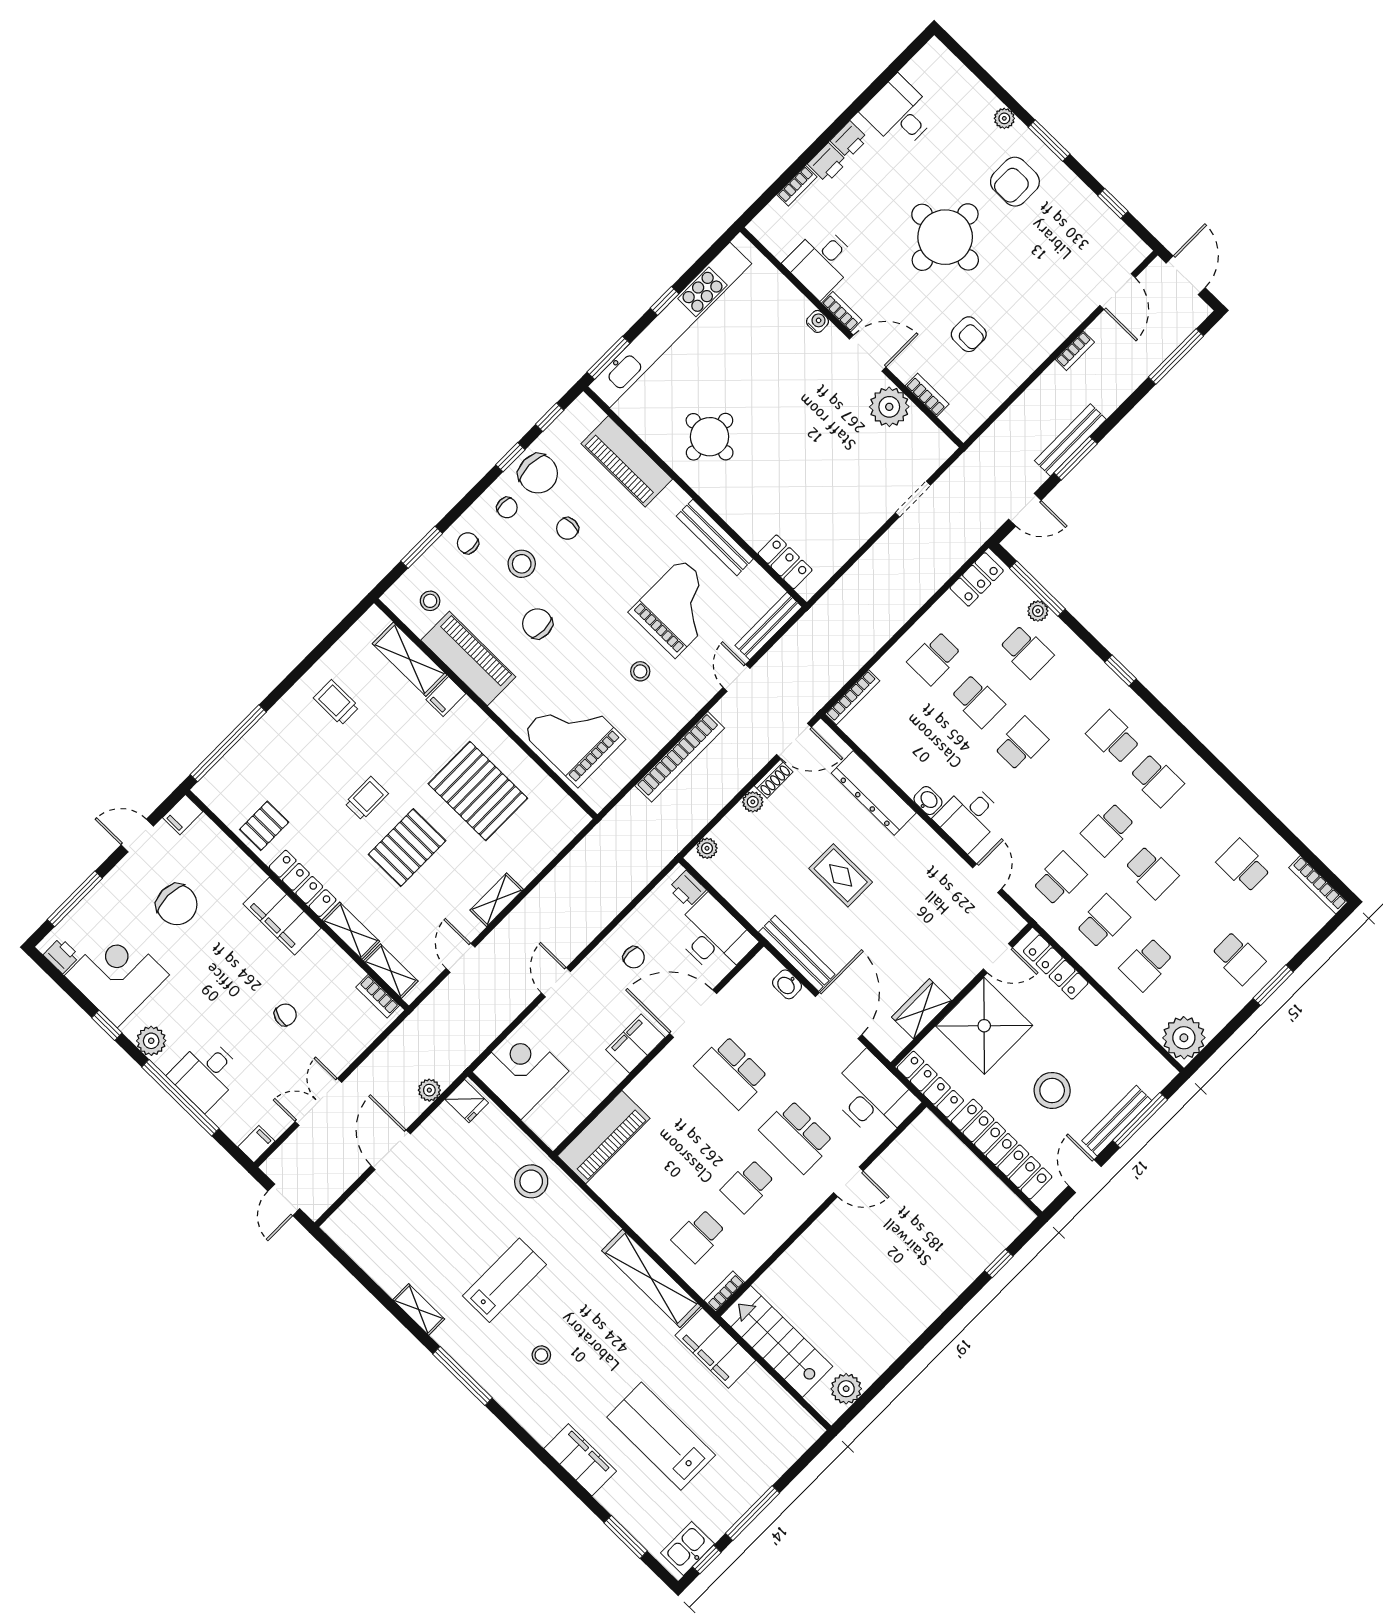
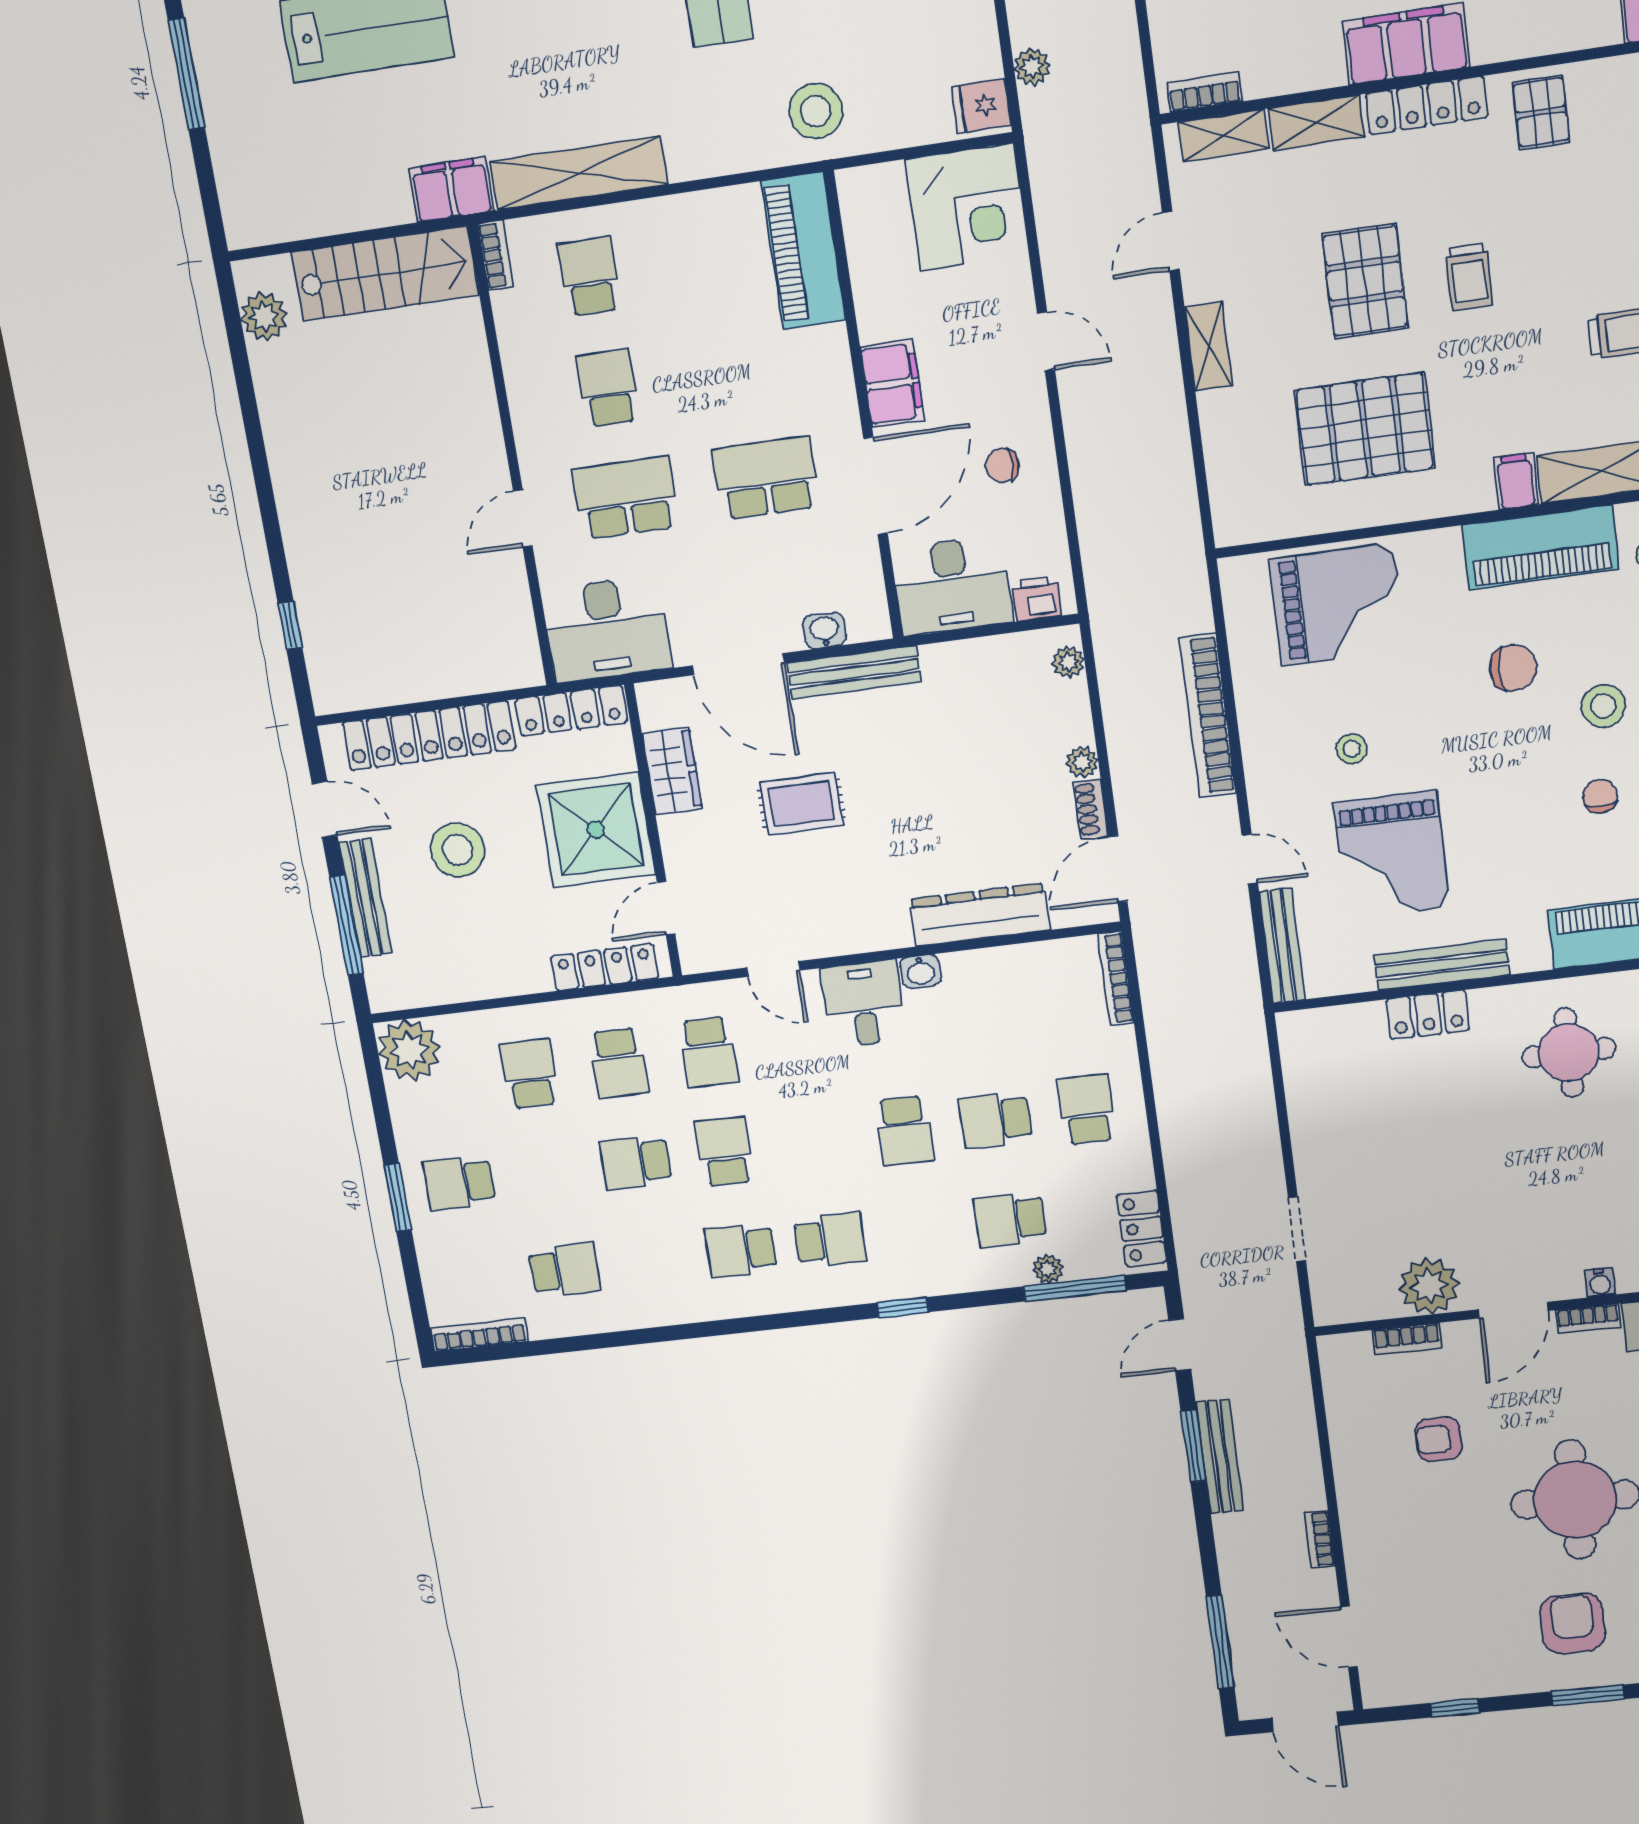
locker: (785, 562) -> (1428, 1015), moved
rug: (841, 875) -> (801, 804), moved
door: (460, 958) -> (1171, 241), swing flipped
filing cabinet: (715, 1348) -> (451, 190), width x0.67, depth x0.86

